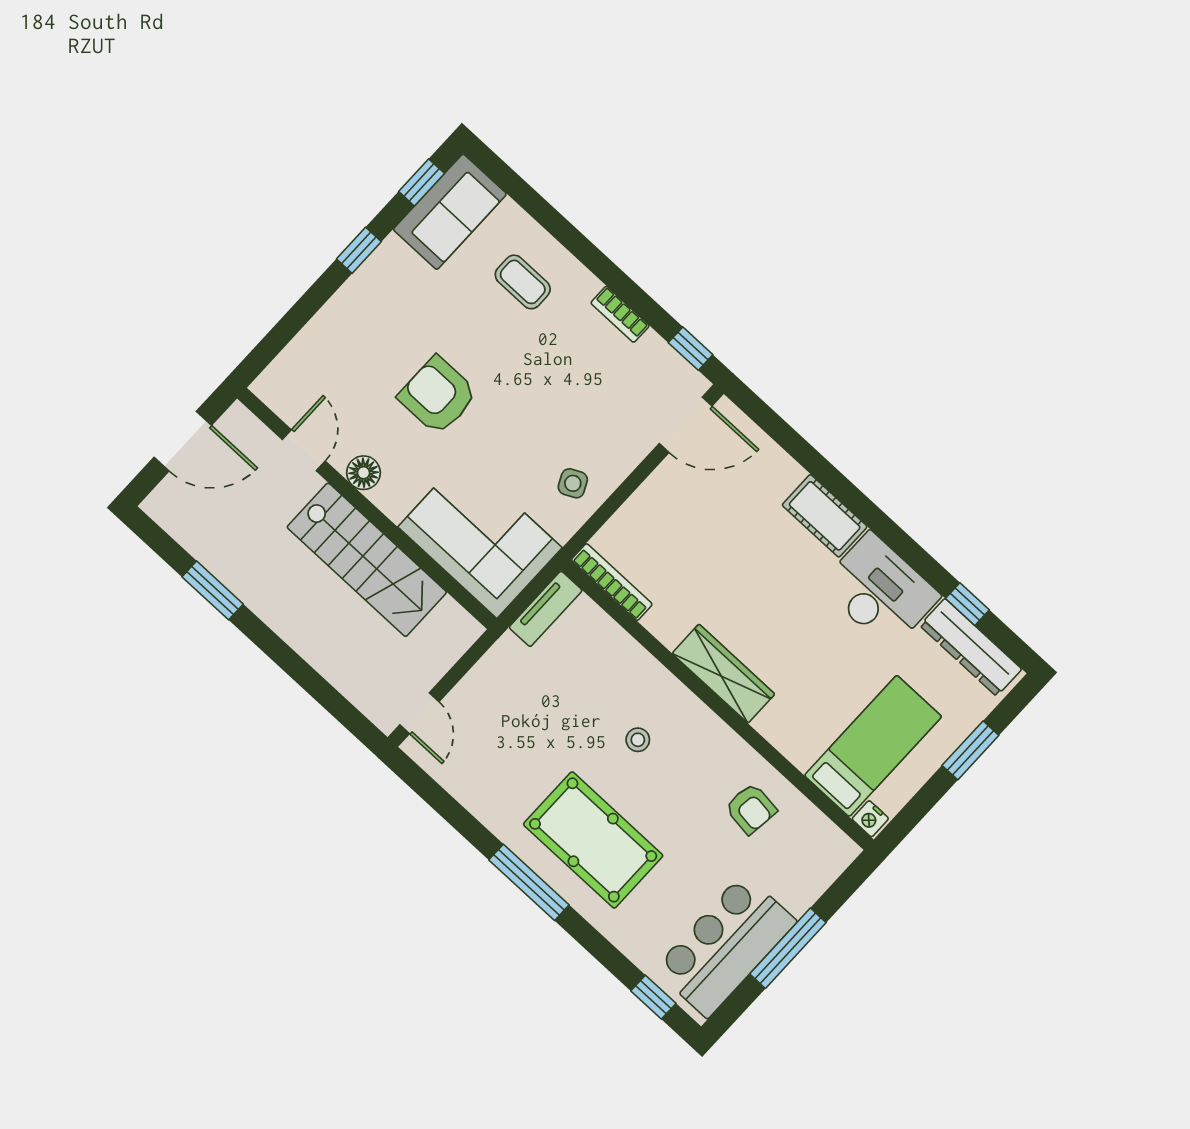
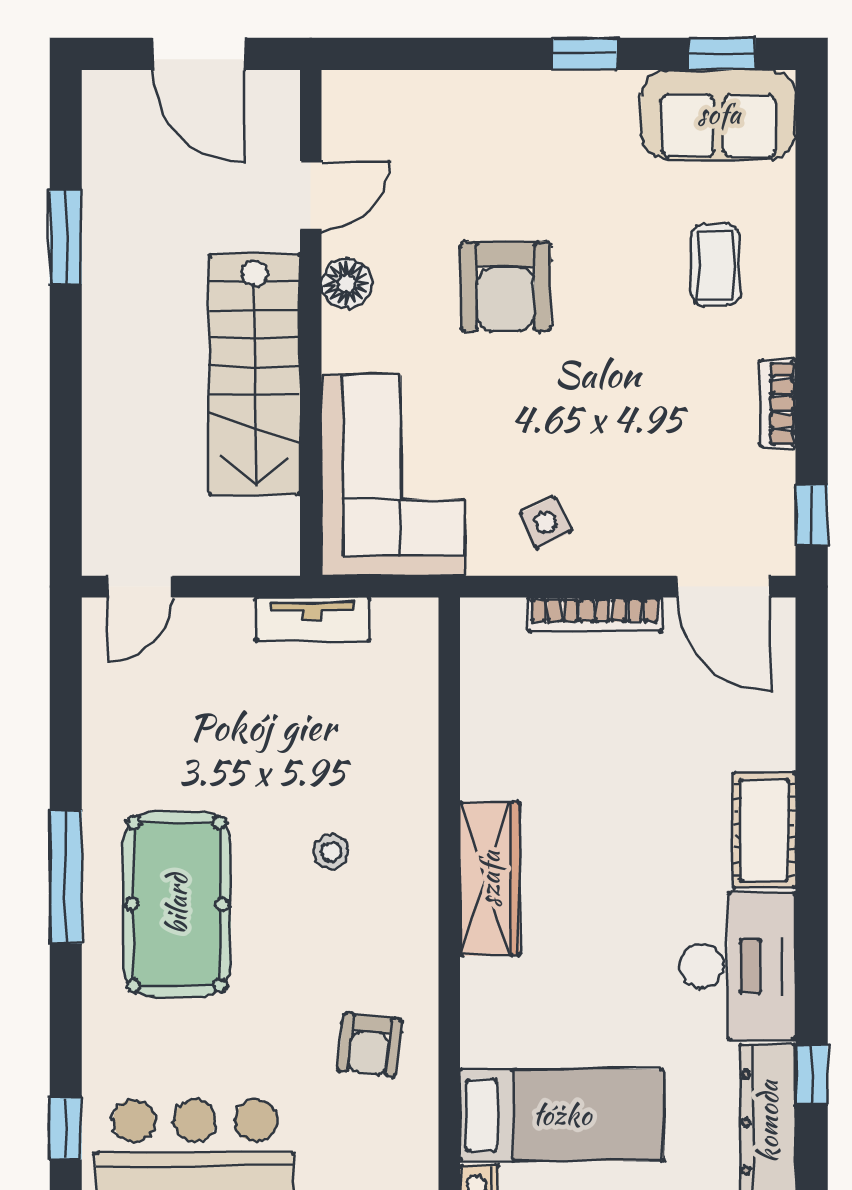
armchair: (438, 395) -> (506, 286), turned 180
bookcase: (612, 582) -> (595, 614), moved, turned 90
tv unit: (546, 609) -> (313, 619), moved

